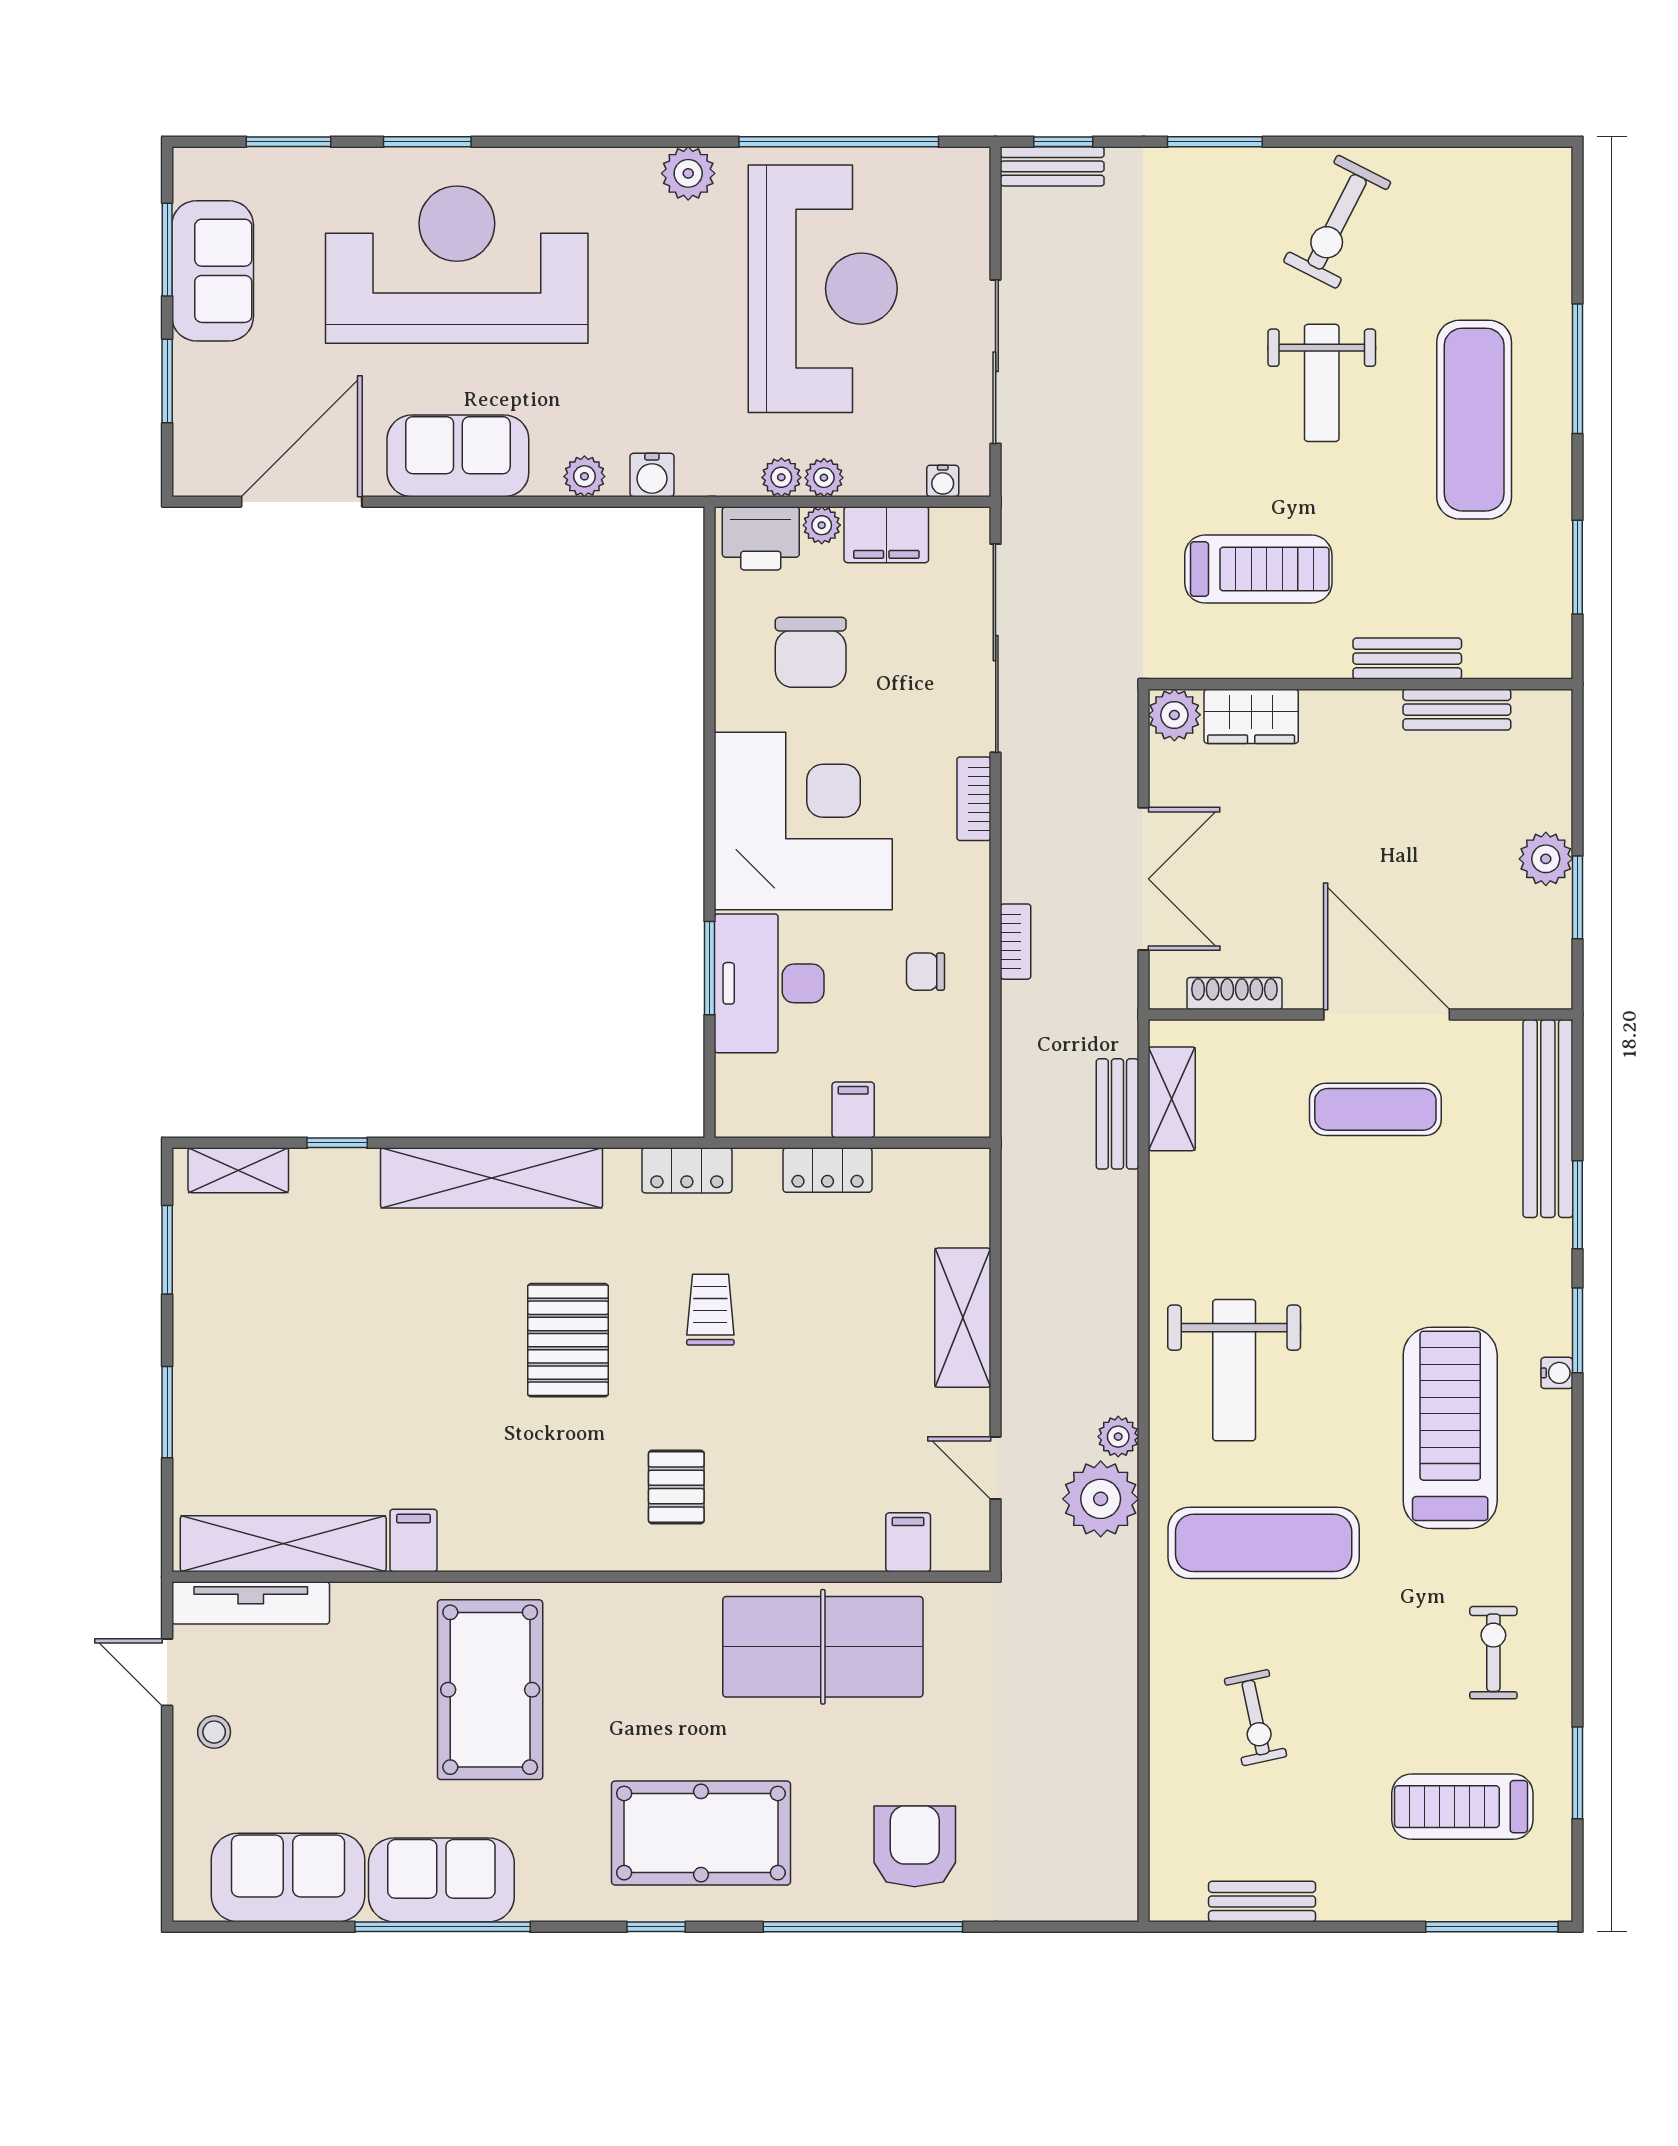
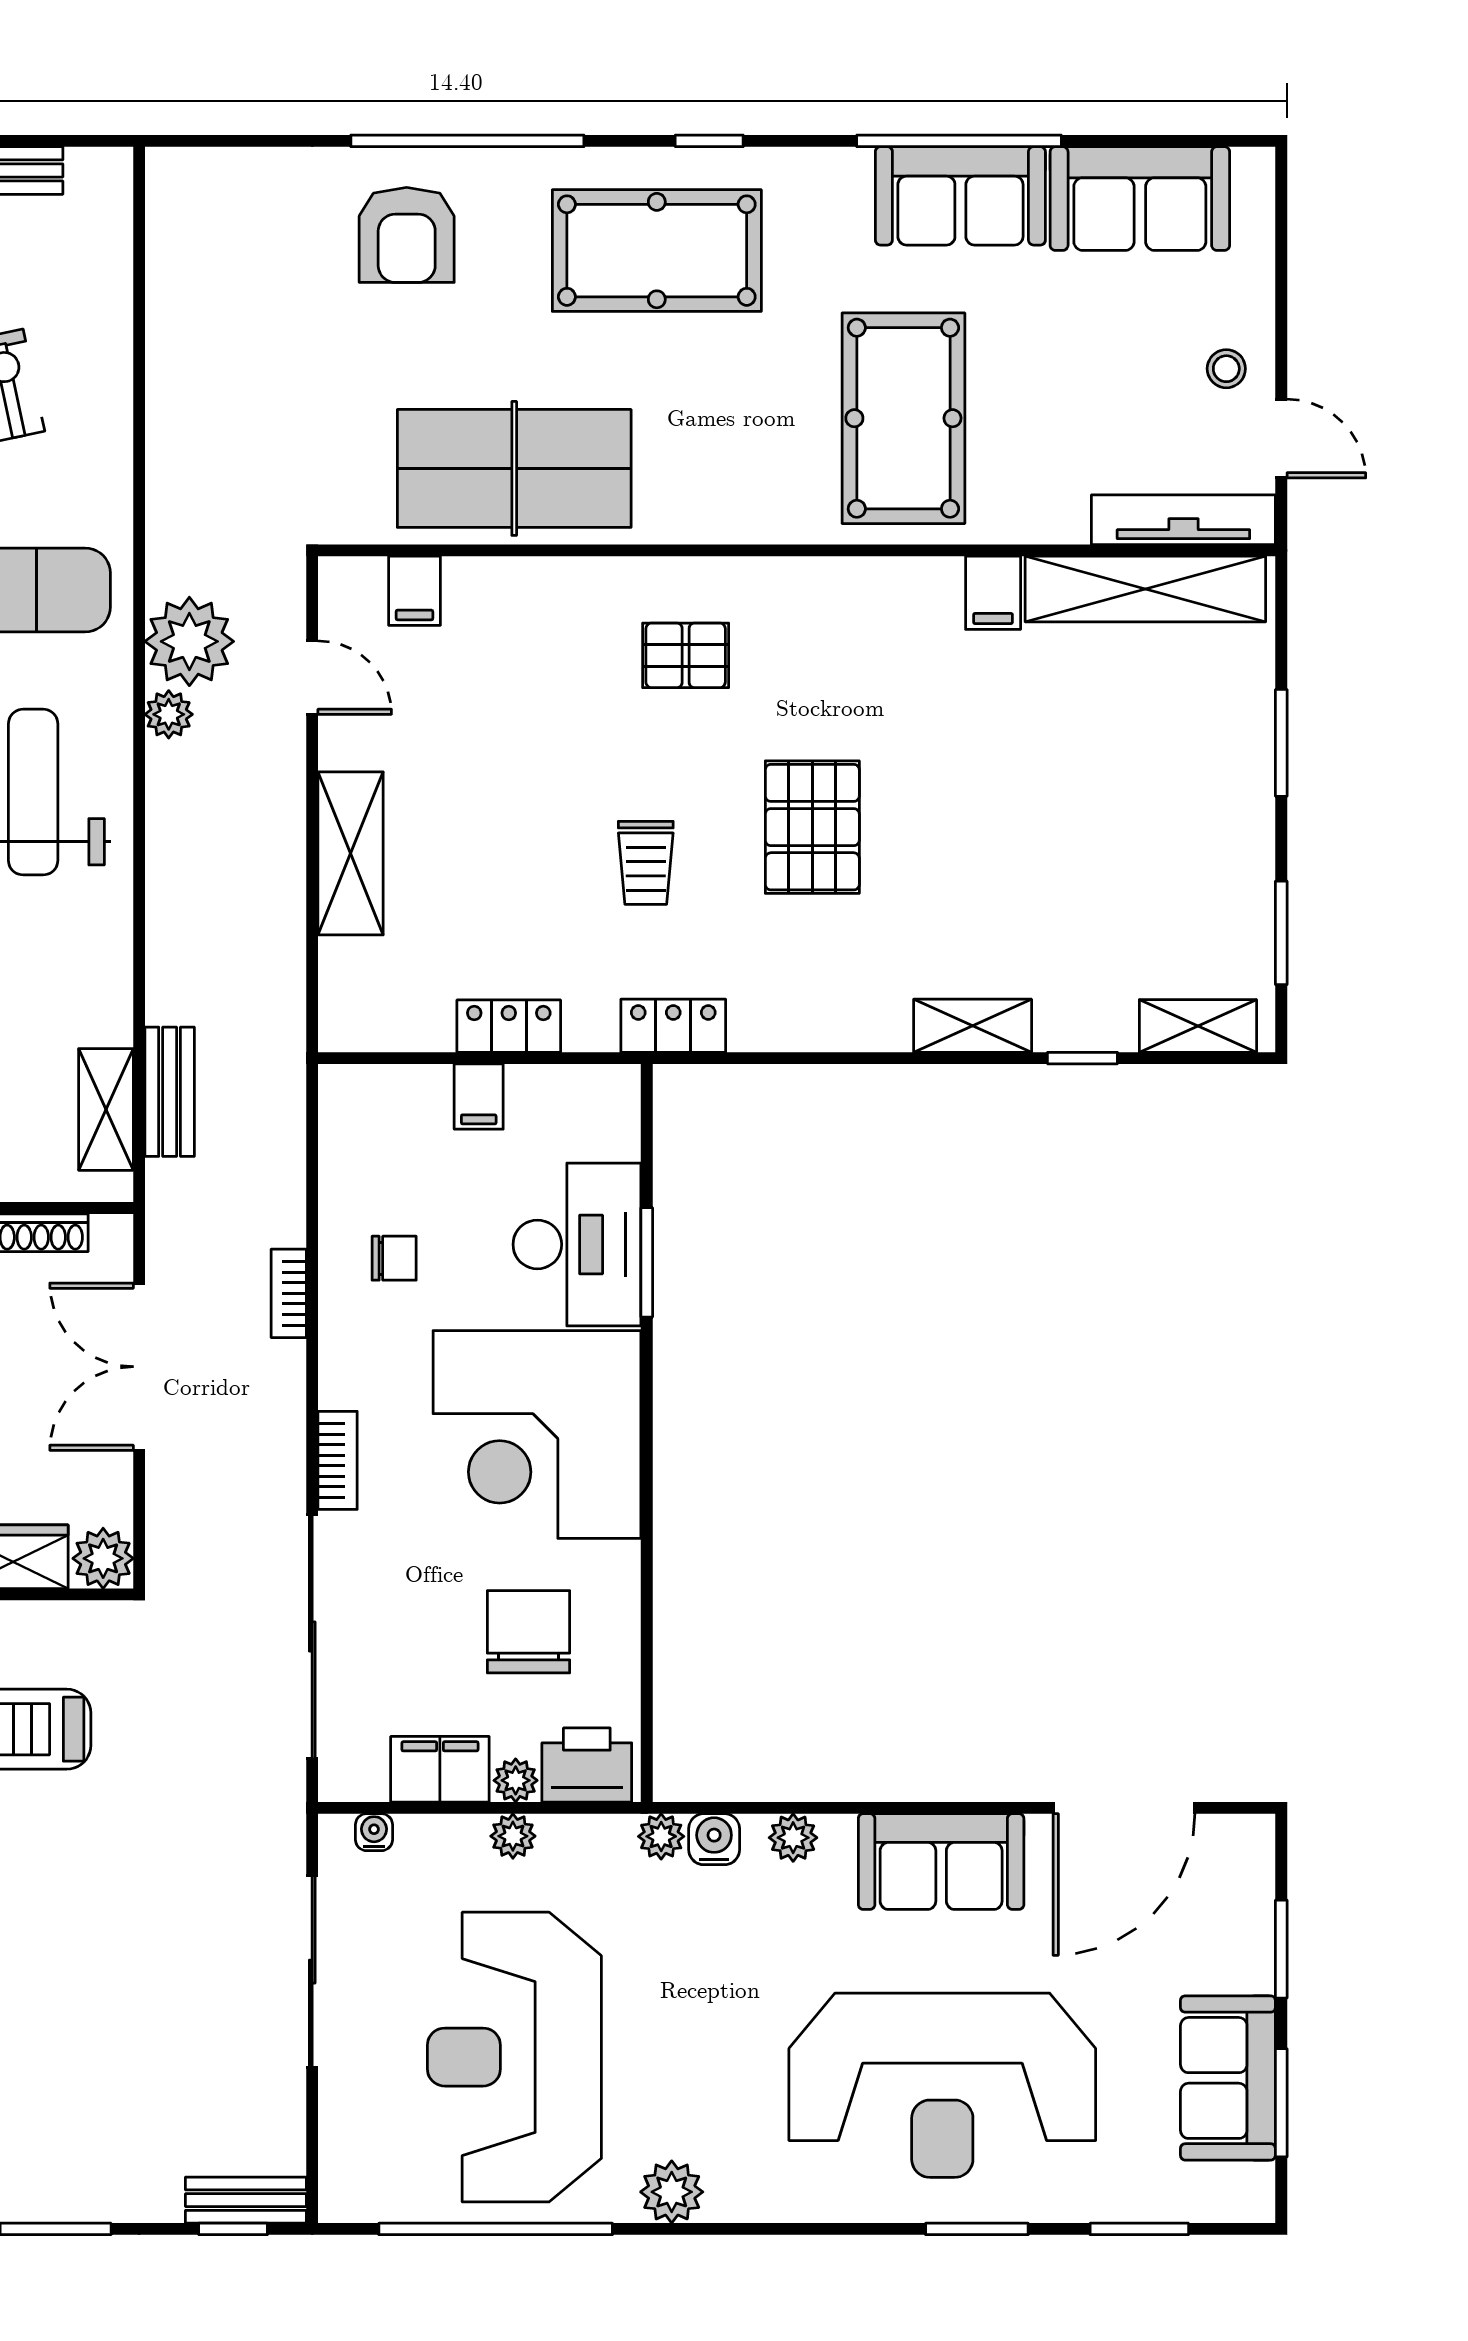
plant: (781, 477) -> (661, 1836), moved
shelving: (492, 1178) -> (973, 1026), width x0.45, depth x0.75
pallet: (676, 1487) -> (686, 655), turned 90

